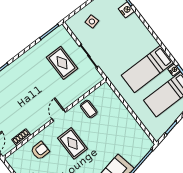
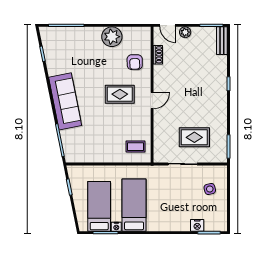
coffee table: (89, 109) -> (135, 147), moved
door: (59, 115) -> (152, 101), hinge flipped

